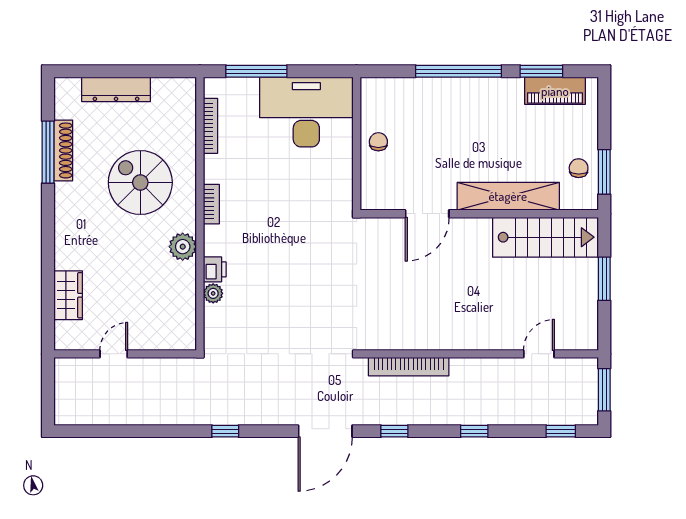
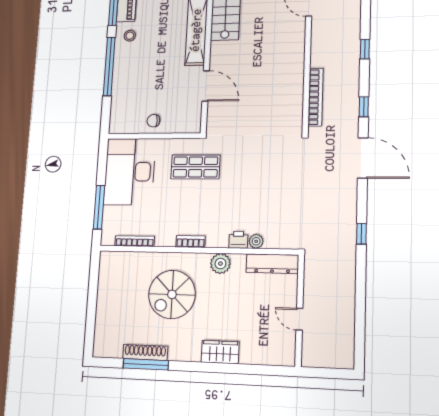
dresser: (116, 89) -> (272, 264), moved, turned 90
stool: (503, 99) -> (130, 36), added
shop shelf: (313, 205) -> (195, 167), added
wardrobe: (68, 295) -> (220, 352), moved

